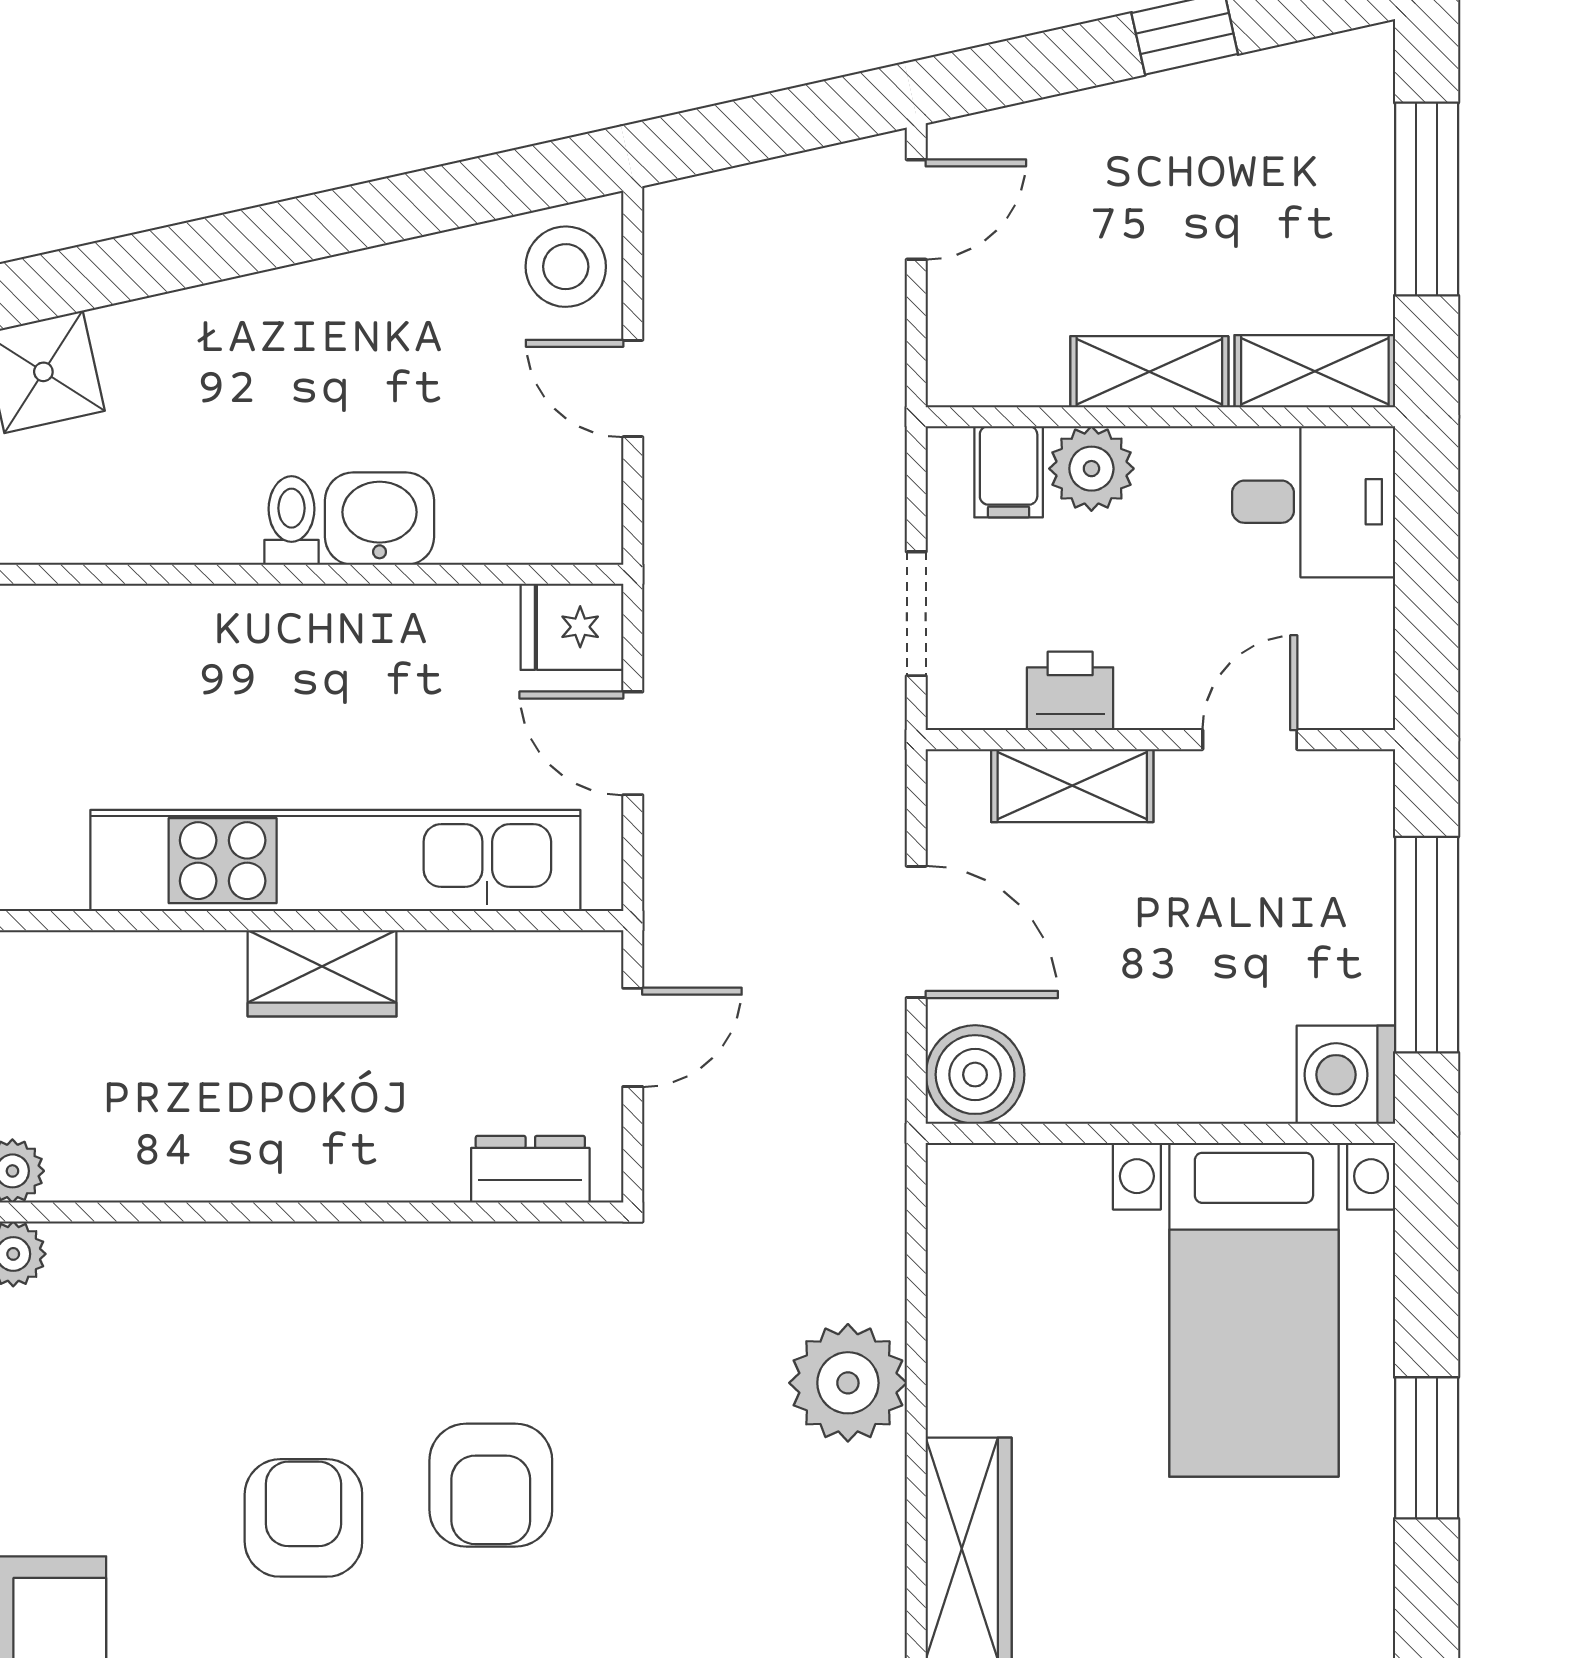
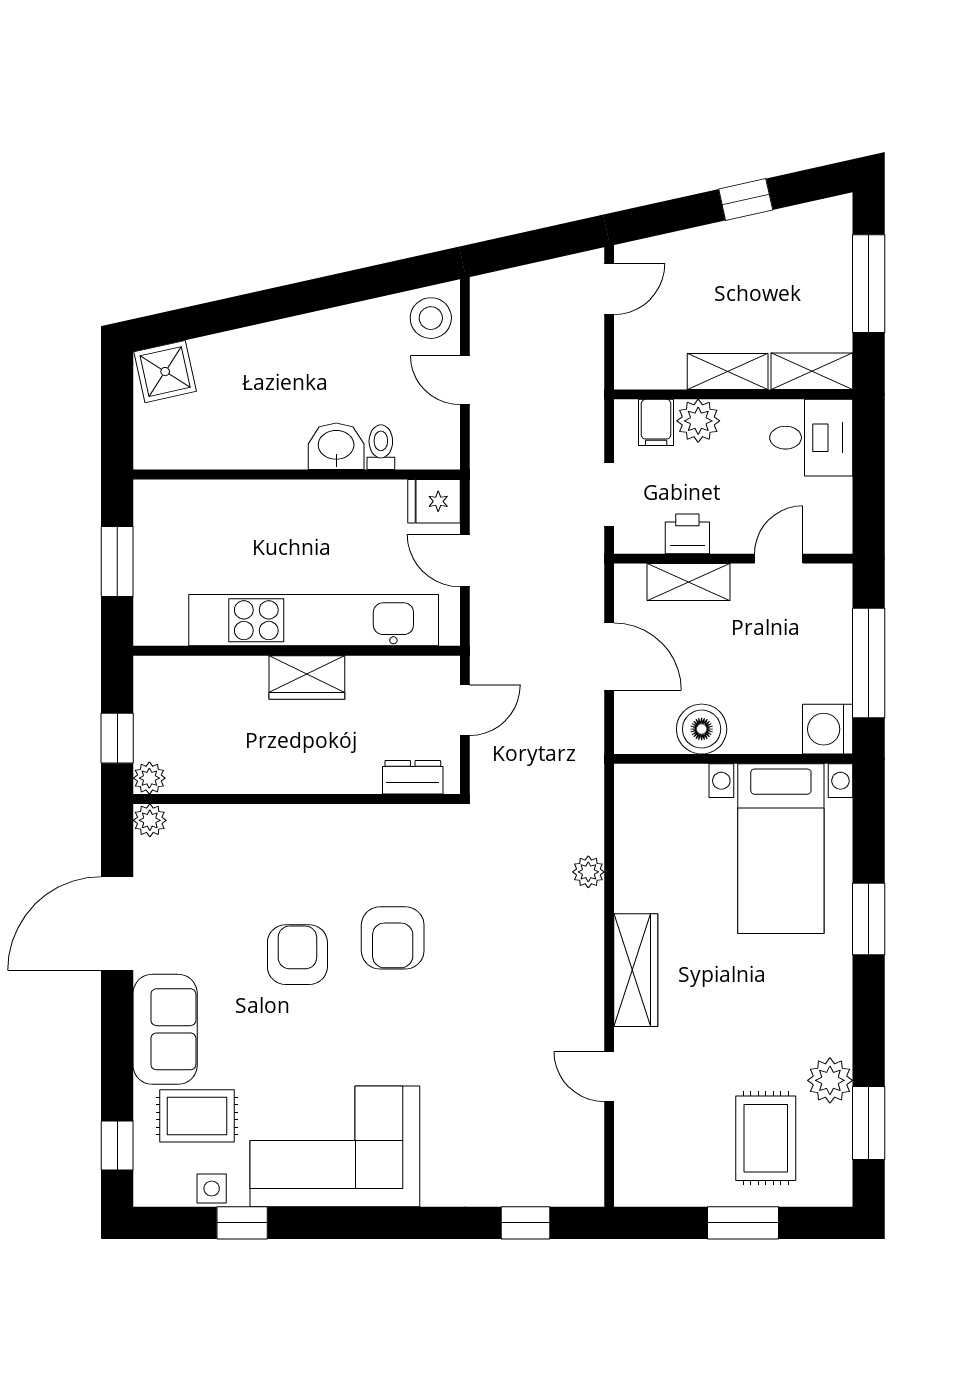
toilet: (292, 521) -> (381, 447), moved
boiler: (975, 1075) -> (702, 729), moved
plant: (848, 1383) -> (588, 872), width x0.53, depth x0.53

